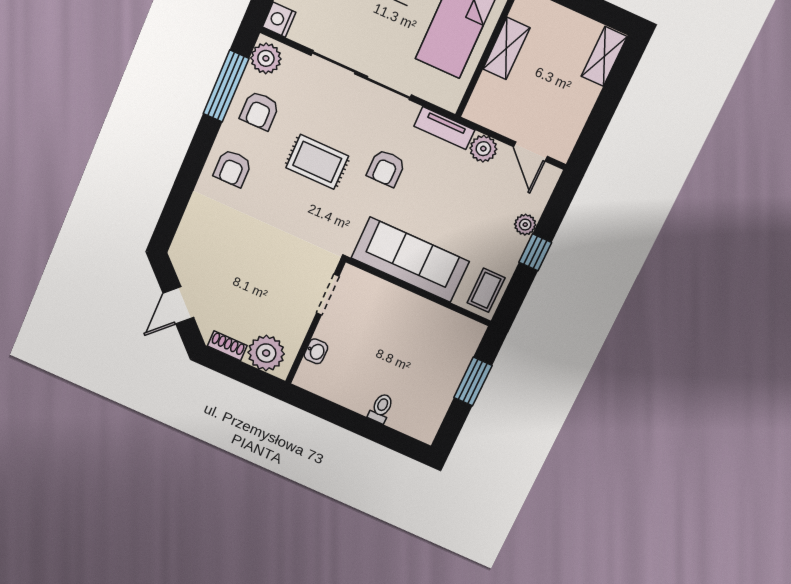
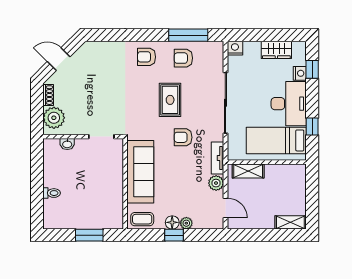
shelving: (506, 48) -> (248, 171), moved
plant: (266, 58) -> (212, 50), removed
door: (530, 151) -> (225, 208), swing flipped
floor lamp: (514, 246) -> (172, 222), added

